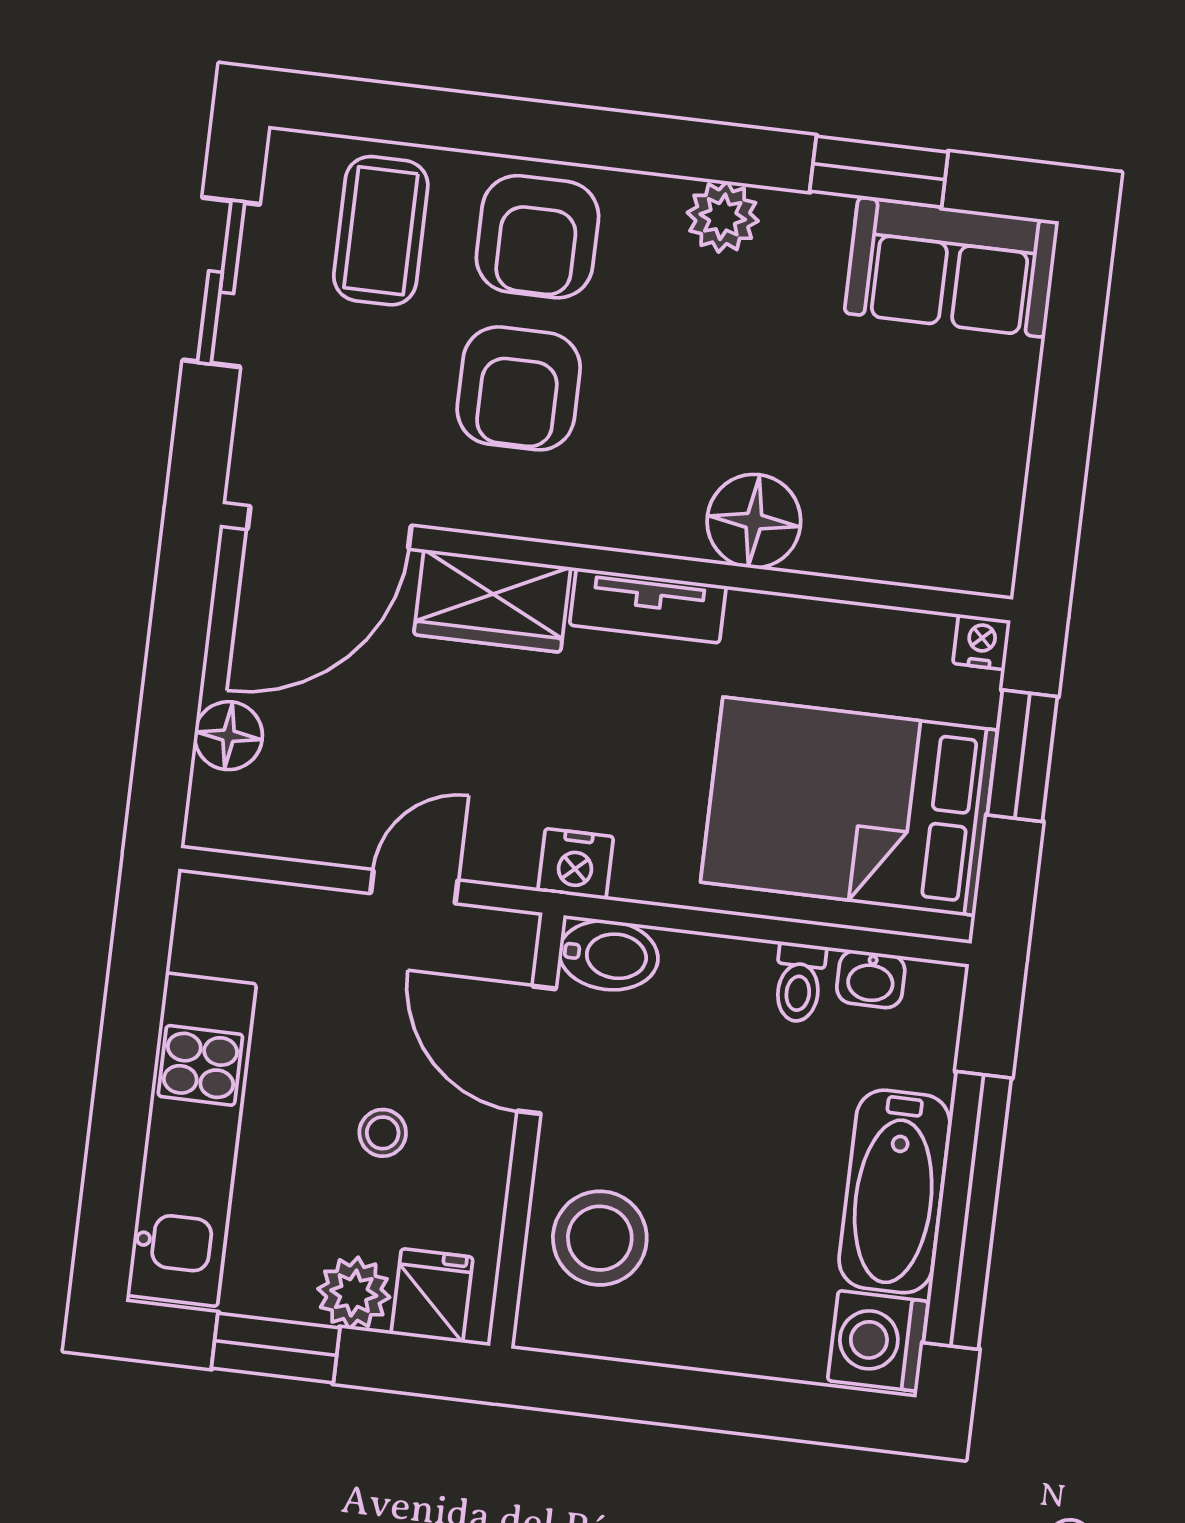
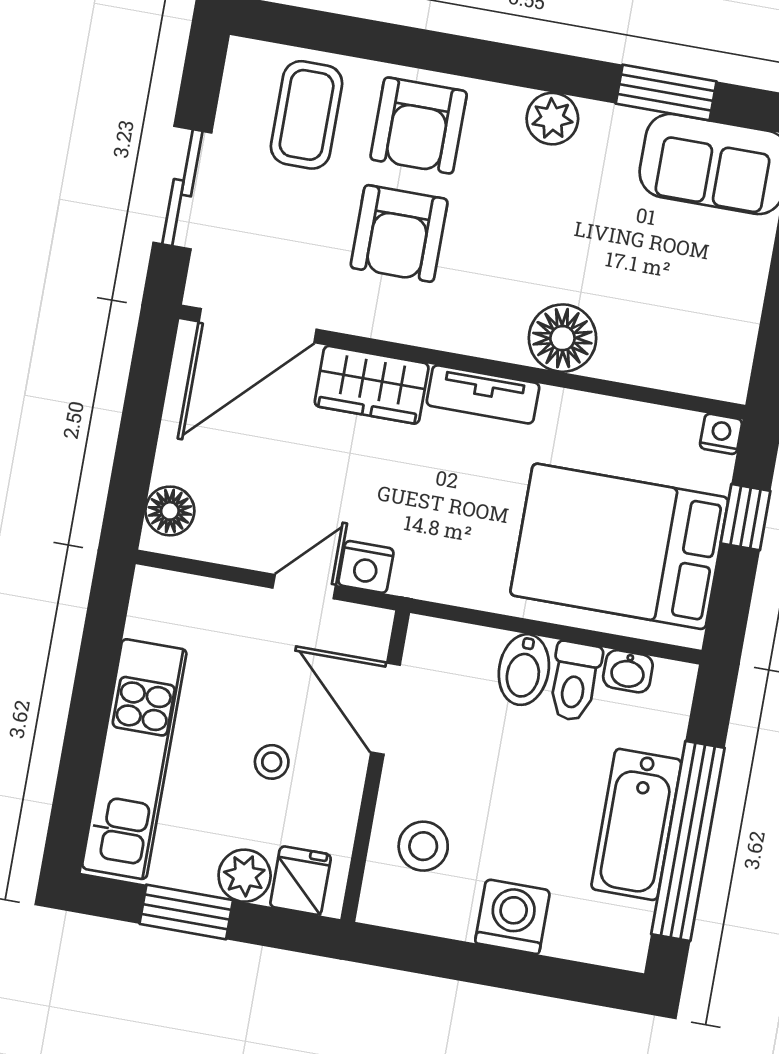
sliding door: (221, 282) -> (182, 188), moved
floor lamp: (228, 736) -> (170, 511), moved
window: (1022, 756) -> (746, 517), width x0.67
nightstand: (576, 864) -> (366, 567), moved
bidet: (609, 955) -> (524, 670), moved, turned 90
toilet: (799, 983) -> (574, 681), width x1.37, depth x1.39
stool: (600, 1238) -> (423, 846), width x0.73, depth x0.73
washing machine: (878, 1341) -> (512, 917), moved, turned 90

